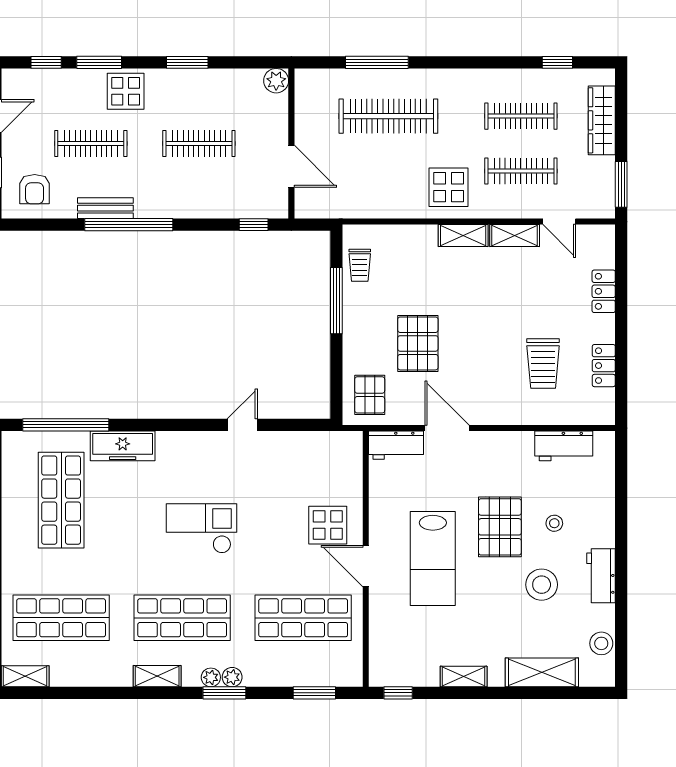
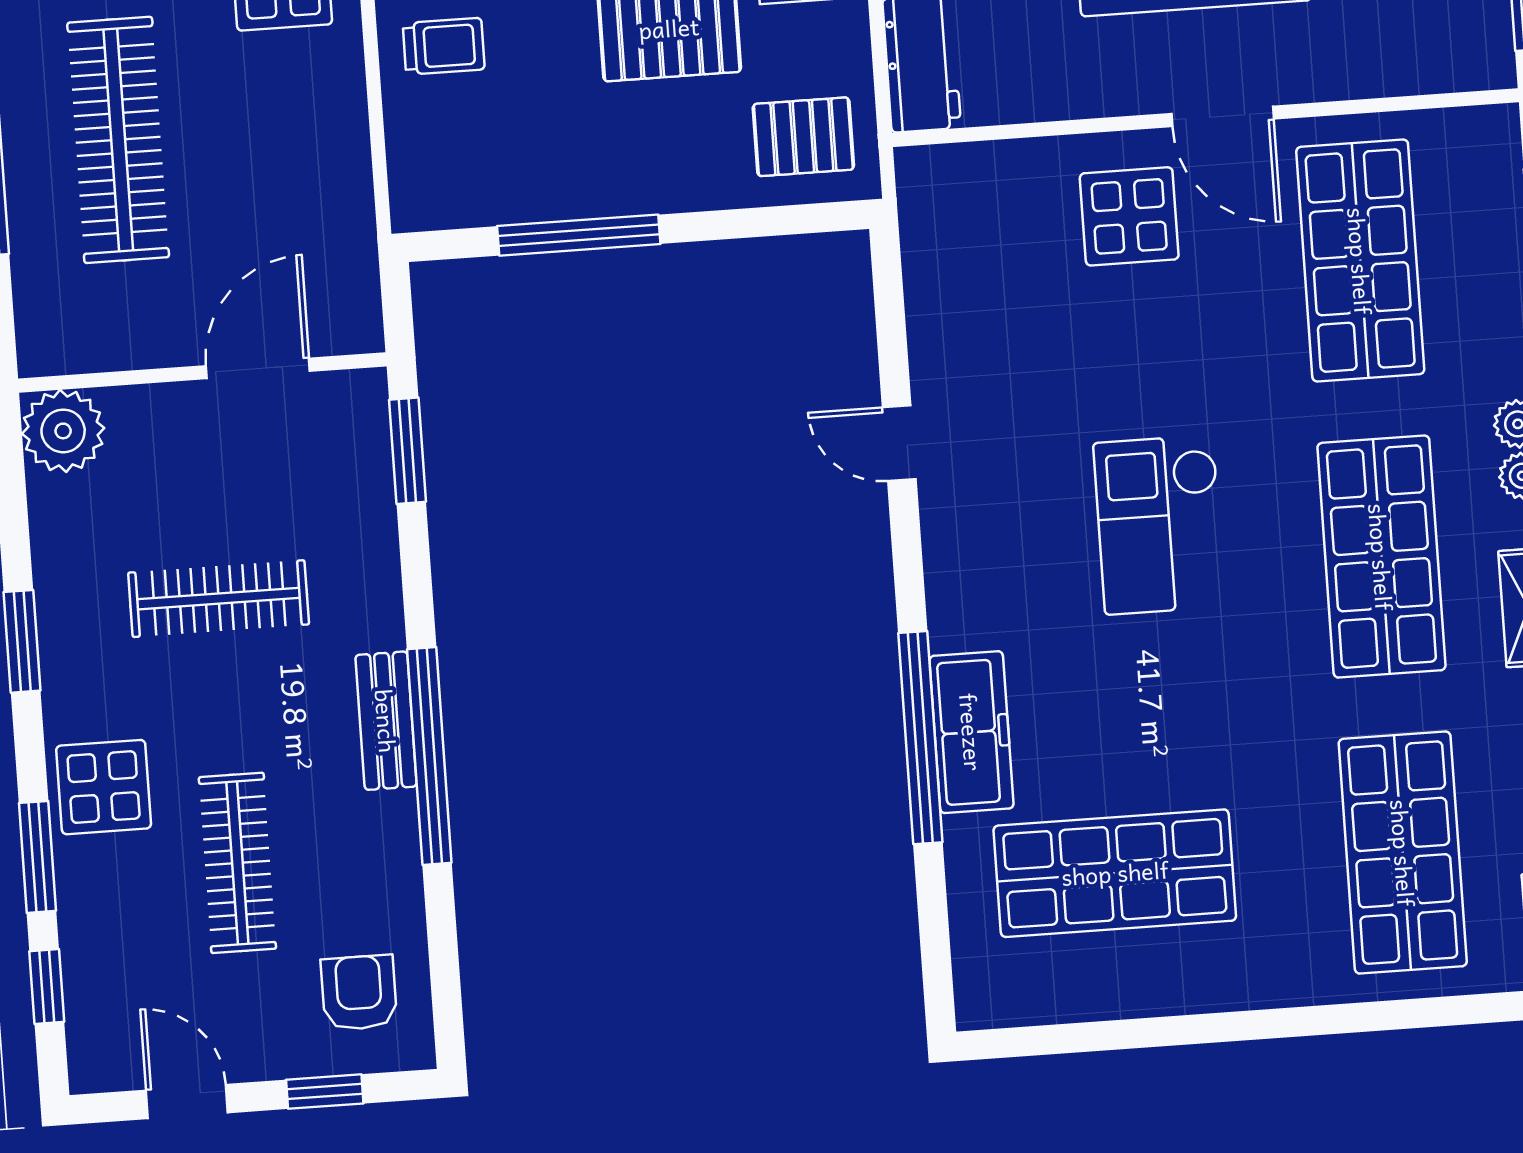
plant: (276, 81) -> (63, 431), width x1.36, depth x1.36
clothes rail: (199, 144) -> (219, 599), turned 90
armchair: (35, 189) -> (359, 993), turned -90
bench: (105, 208) -> (386, 721), moved
window: (254, 225) -> (407, 451), width x1.50
trolley: (360, 265) -> (444, 46), moved
window: (66, 425) -> (920, 738), moved
door: (366, 566) -> (1223, 116), hinge flipped

